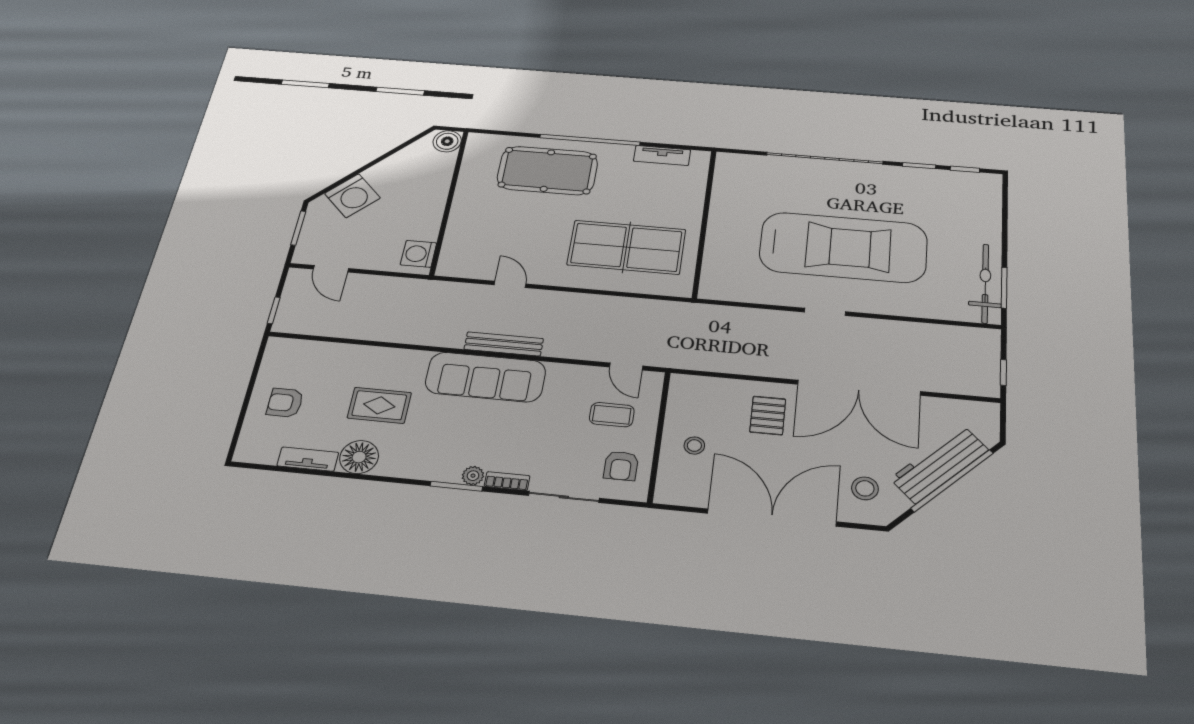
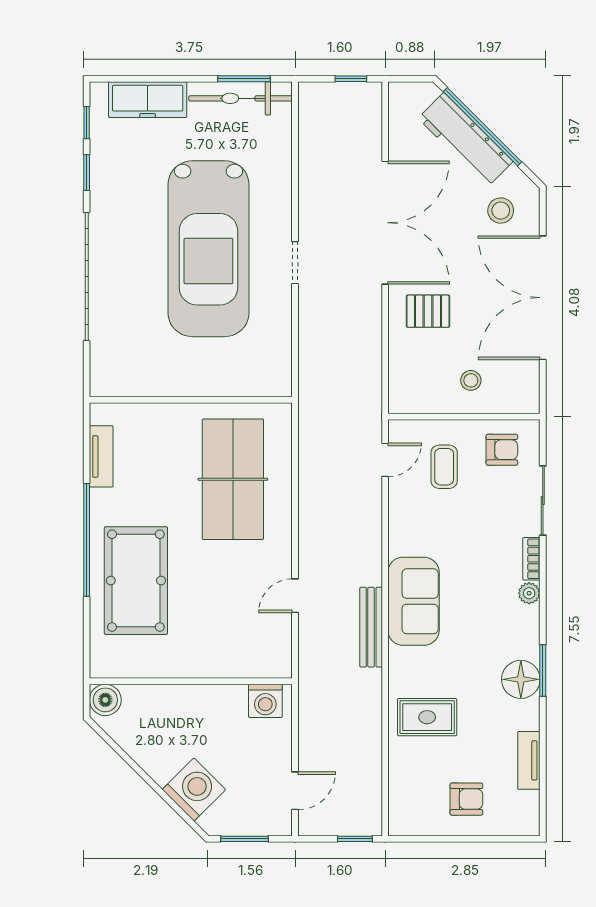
freezer: (985, 214) -> (148, 100), added
car: (843, 247) -> (208, 249), turned 180
bench: (504, 344) -> (371, 627), moved
sofa: (485, 377) -> (413, 601), width x0.73
armchair: (285, 403) -> (466, 799), turned -90
rug: (379, 405) -> (427, 717), moved, turned 90
floor lamp: (359, 457) -> (521, 679), moved
window: (456, 486) -> (543, 671), moved

